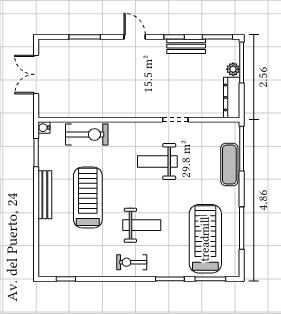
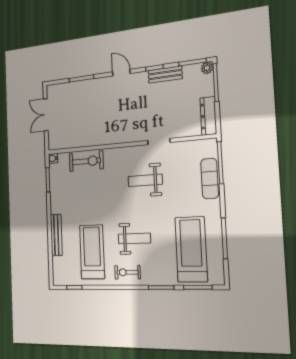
plant: (233, 69) -> (207, 68), moved
bench: (45, 195) -> (56, 235), moved
treadmill: (88, 198) -> (92, 252), moved

